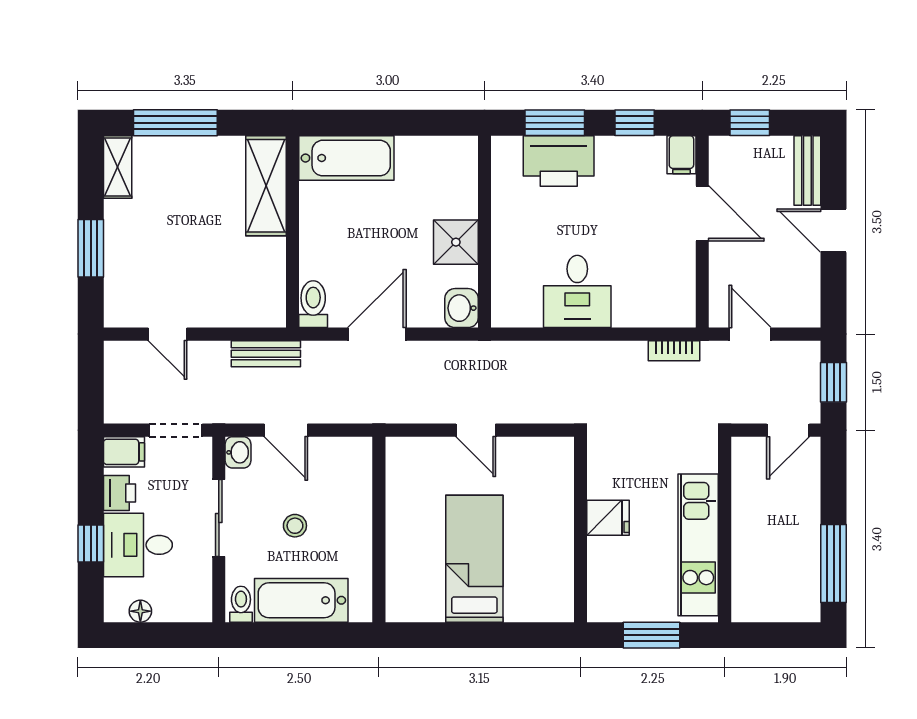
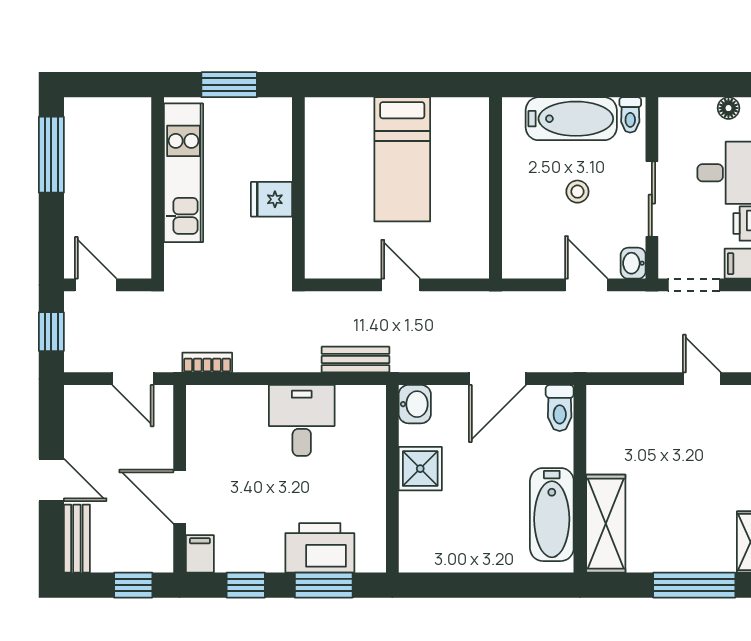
bathtub: (346, 158) -> (552, 515), moved, turned -90
bench: (266, 354) -> (355, 360), moved
door: (788, 430) -> (96, 285), hinge flipped

